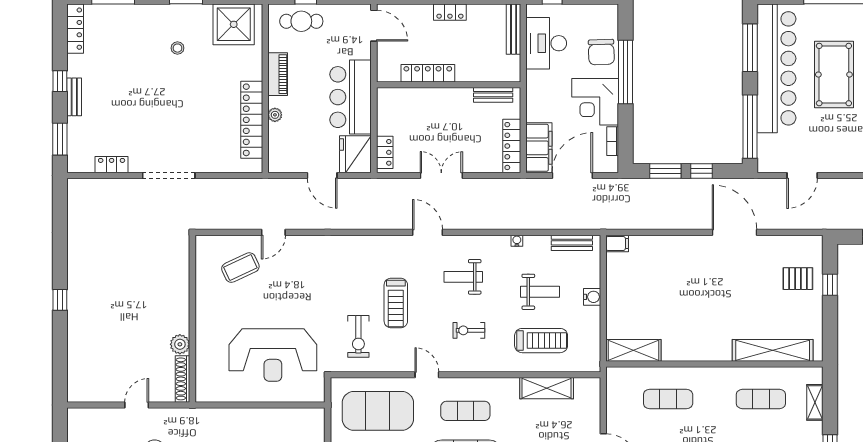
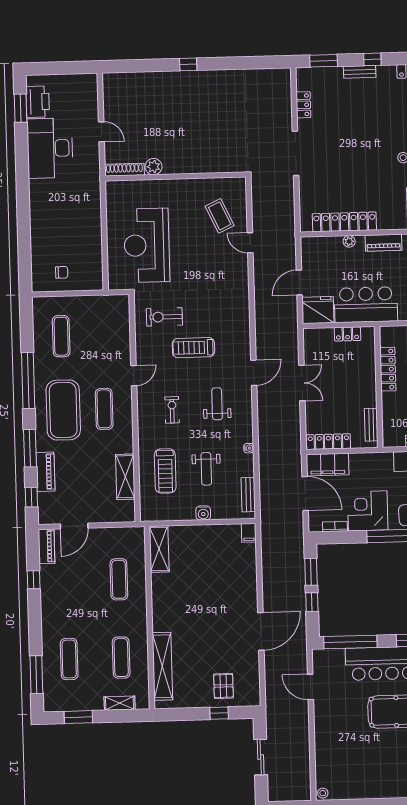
locker: (385, 152) -> (347, 334), moved
exercise mat: (378, 411) -> (102, 335), removed

